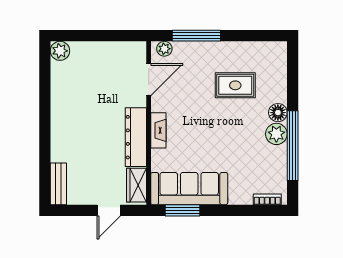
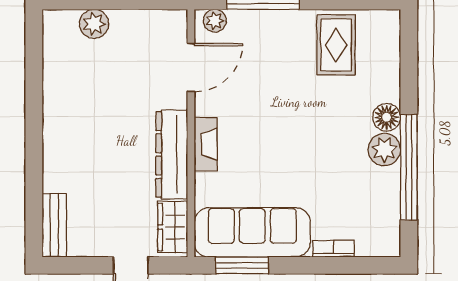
plant: (60, 51) -> (94, 24), moved
rug: (235, 85) -> (336, 45), moved, turned 90
bookcase: (267, 199) -> (334, 249), moved

